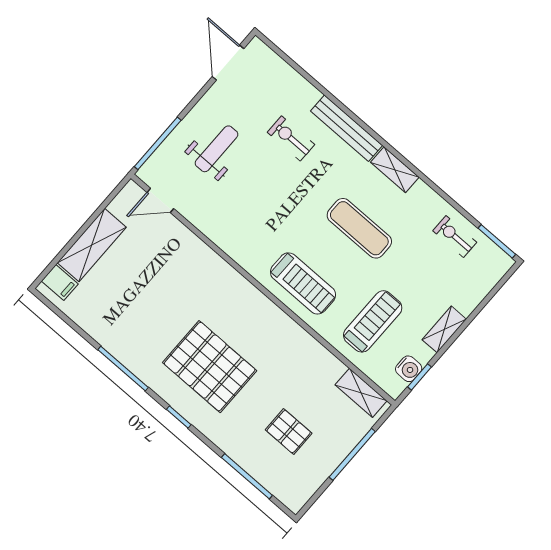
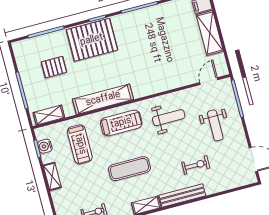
weight bench: (250, 222) -> (169, 118), added
treadmill: (303, 283) -> (121, 123), turned 180
shelving: (287, 332) -> (103, 99), added
pallet: (210, 367) -> (92, 40), moved

